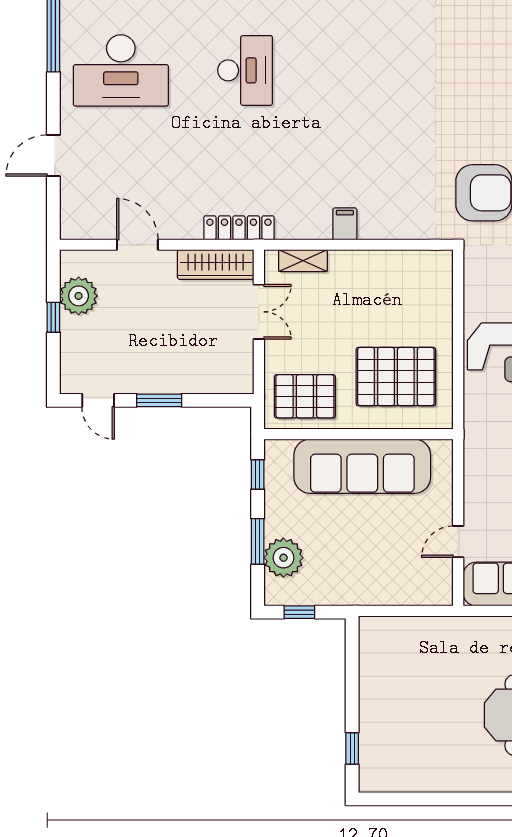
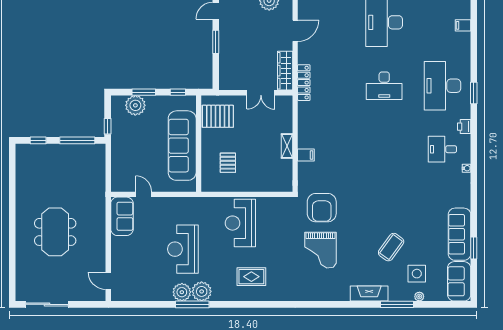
filing cabinet: (345, 224) -> (306, 155), moved
shelving: (303, 261) -> (287, 146), moved
pallet: (396, 377) -> (228, 163), width x0.49, depth x0.50
pallet: (305, 396) -> (218, 116), turned 90
window: (299, 612) -> (108, 126), moved
window: (352, 672) -> (77, 140), added

